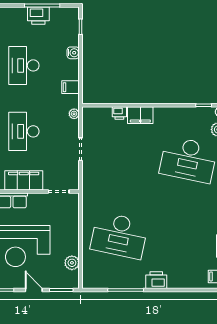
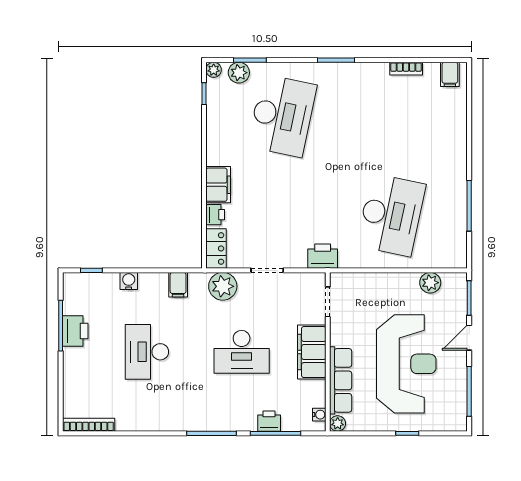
desk: (24, 65) -> (147, 352), turned 90
plant: (74, 114) -> (223, 286), width x1.87, depth x1.87
locker: (96, 114) -> (216, 248), added
printer: (156, 280) -> (323, 256), moved, turned 90

